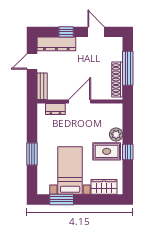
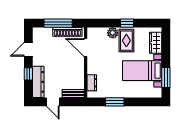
door: (80, 102) -> (86, 48), moved
window: (32, 154) -> (115, 102), moved

